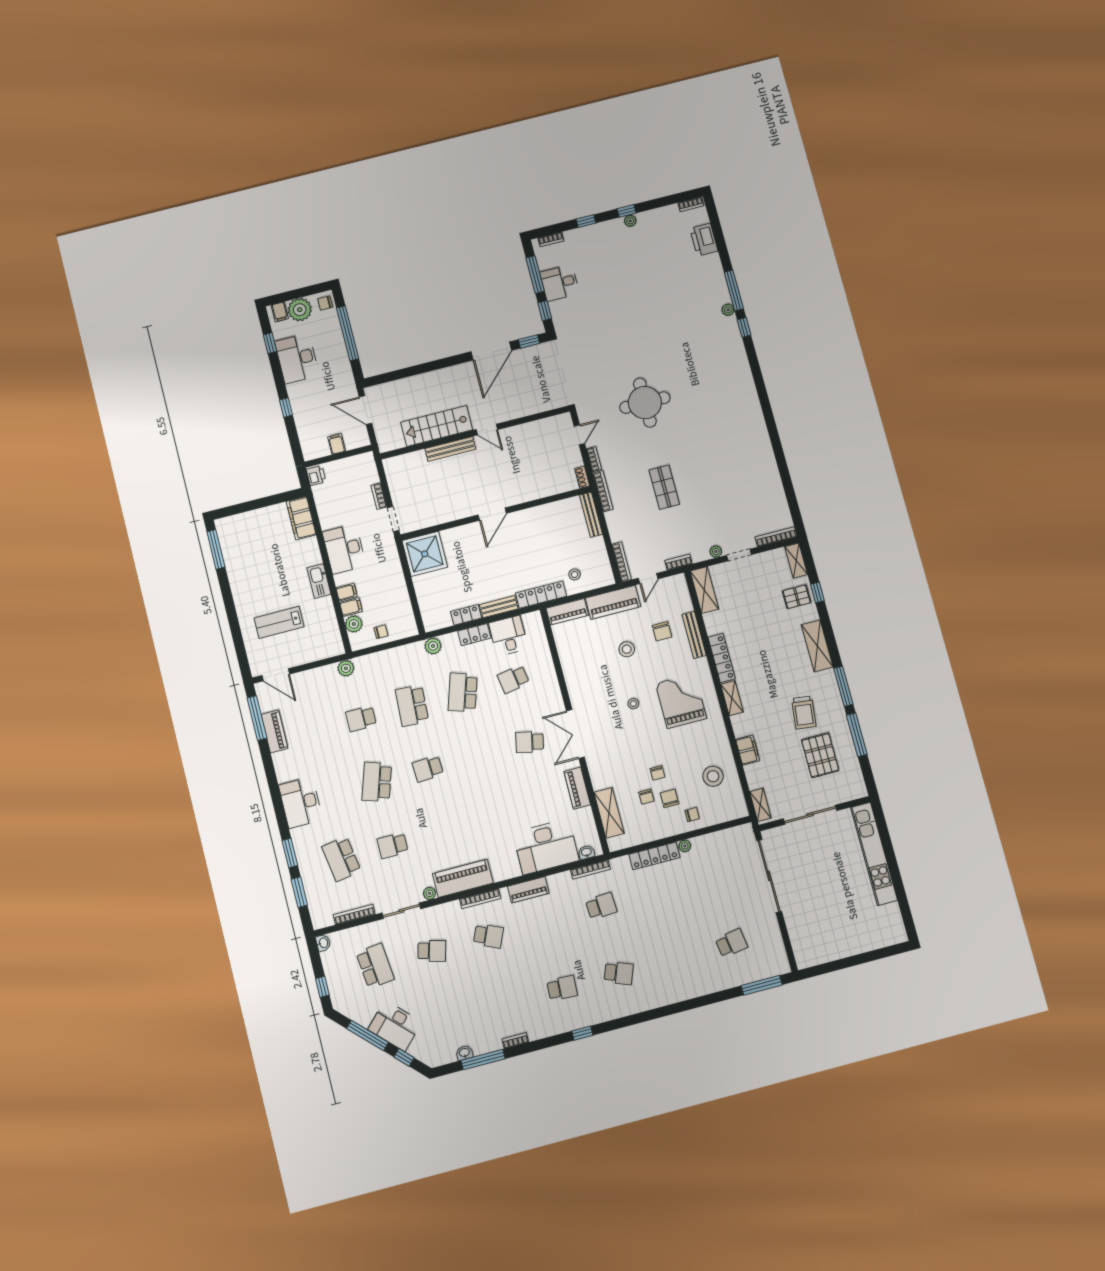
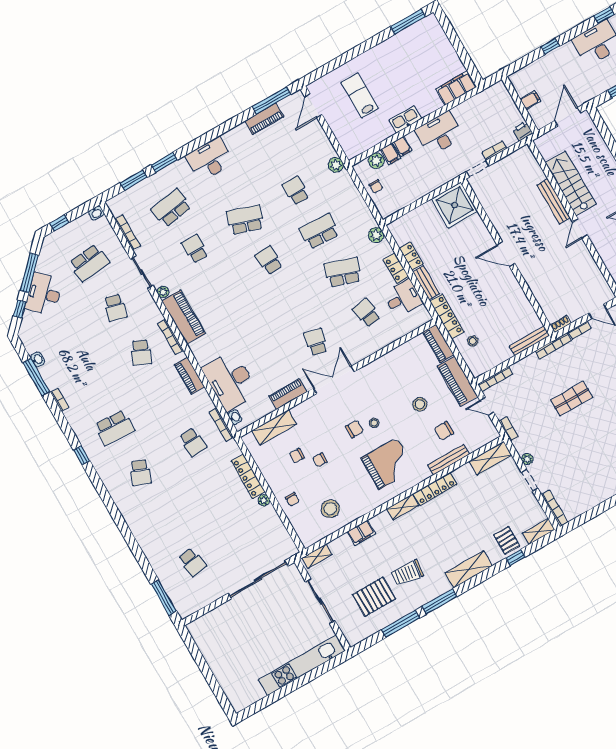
printer: (316, 476) -> (523, 131), moved, turned 180
chair: (670, 798) -> (354, 429), moved
school desk: (562, 988) -> (114, 428), width x1.85

